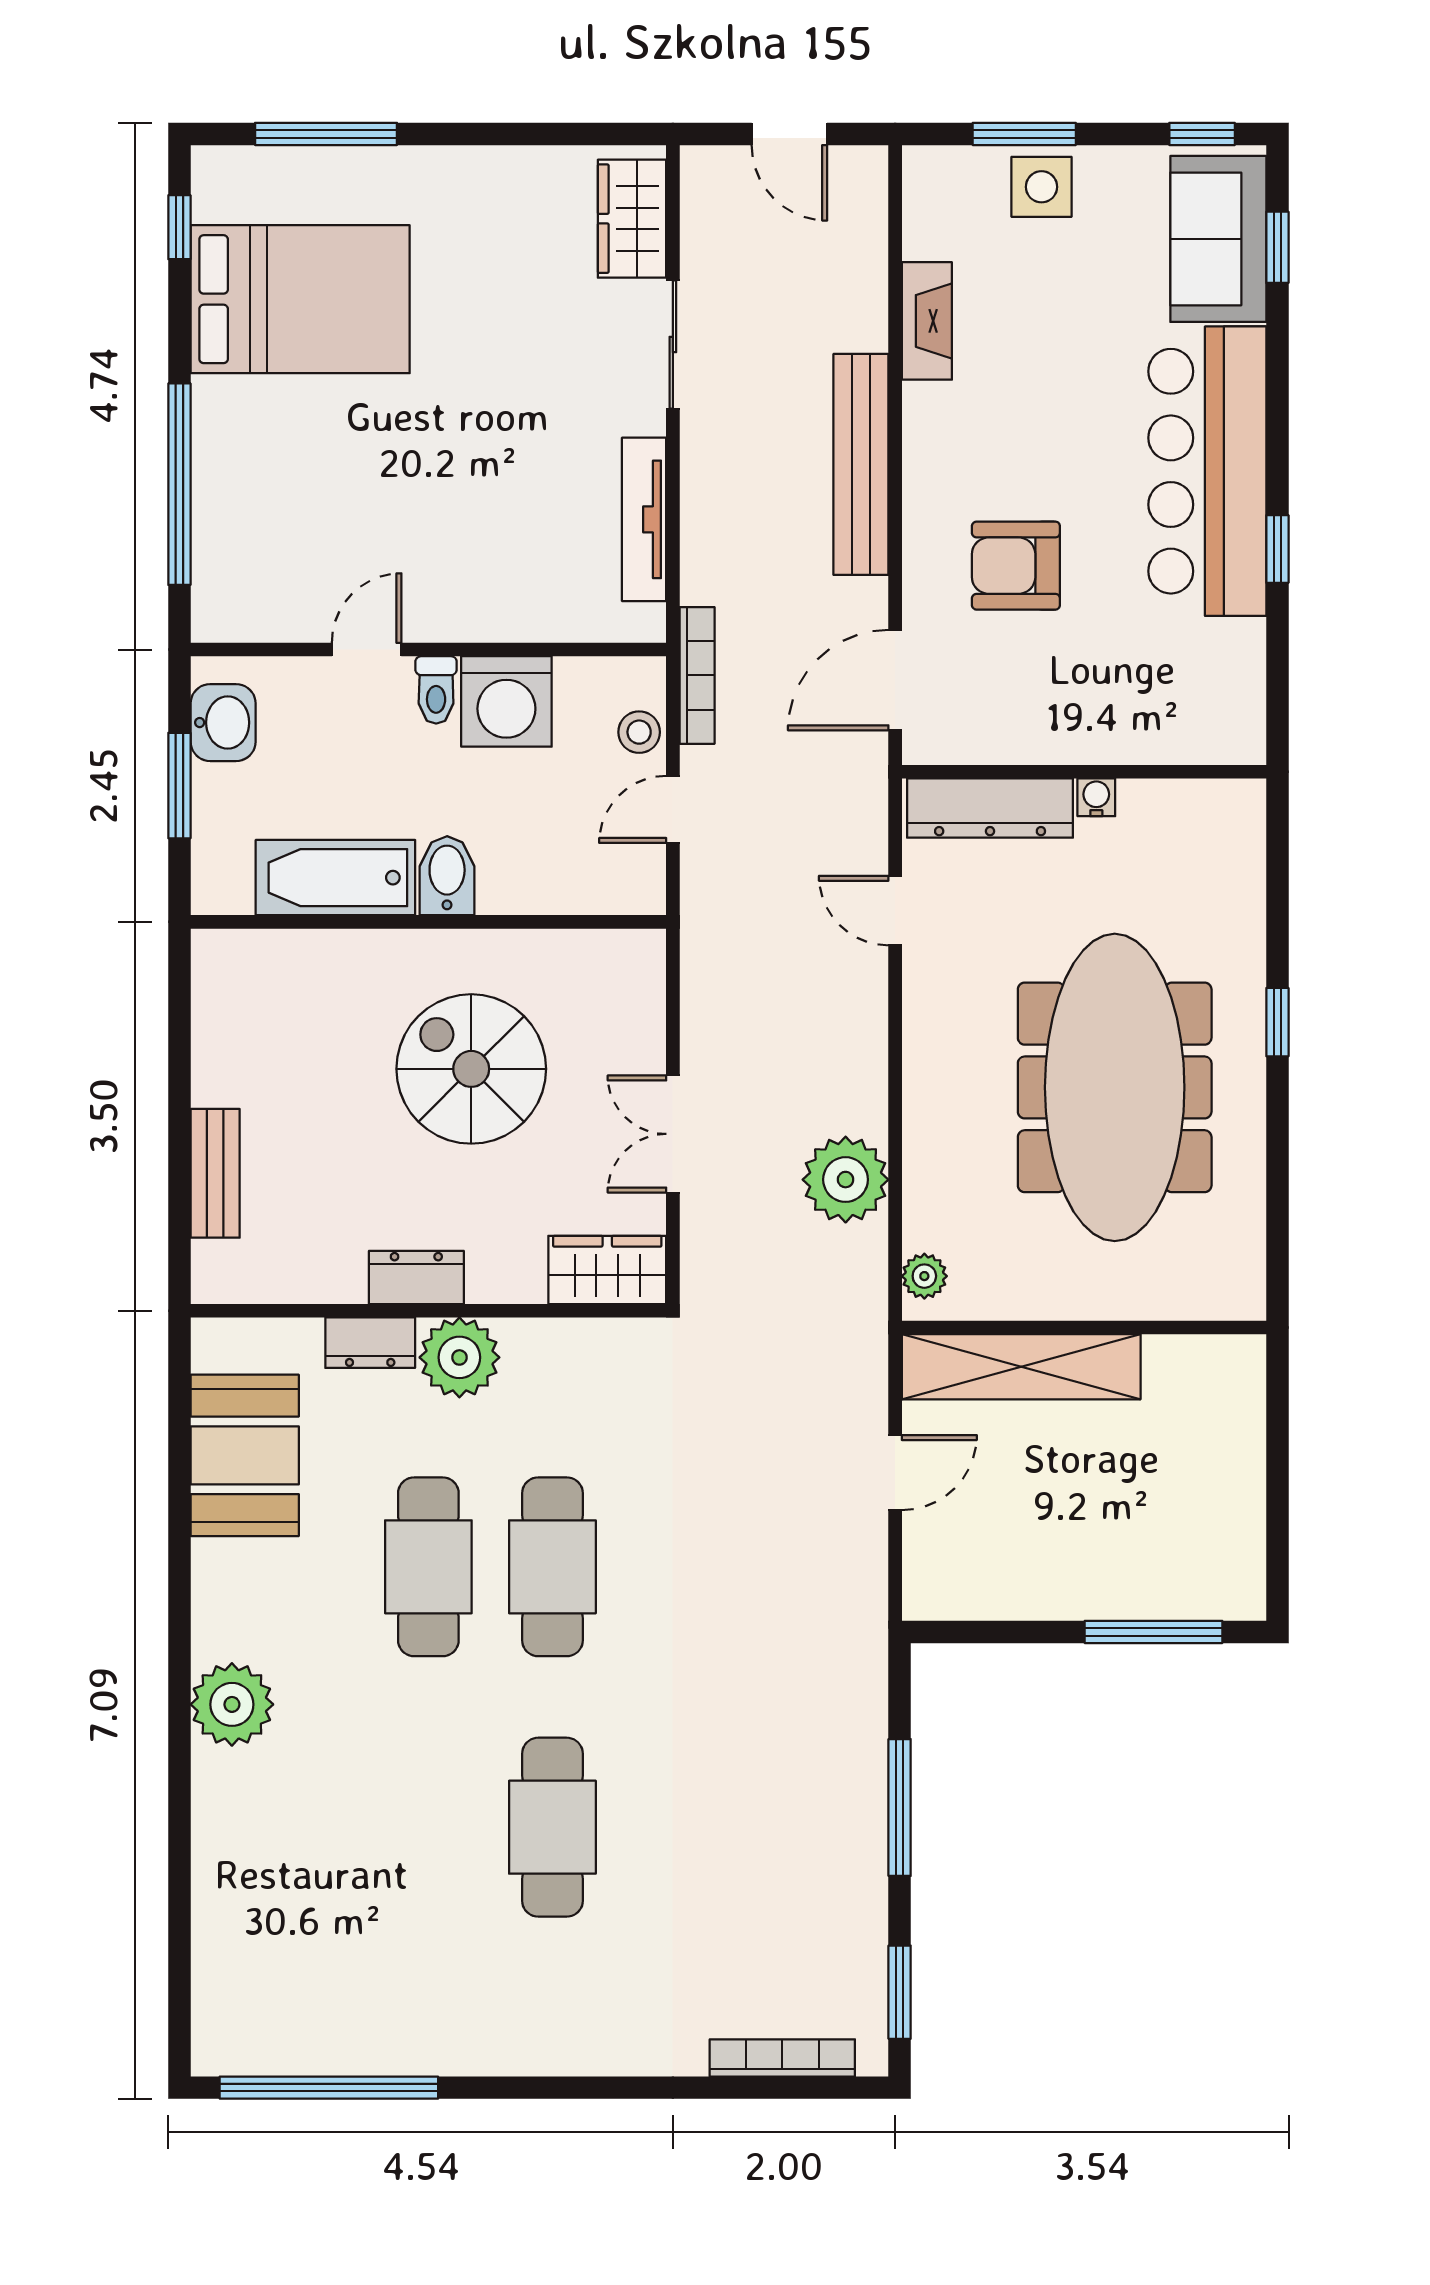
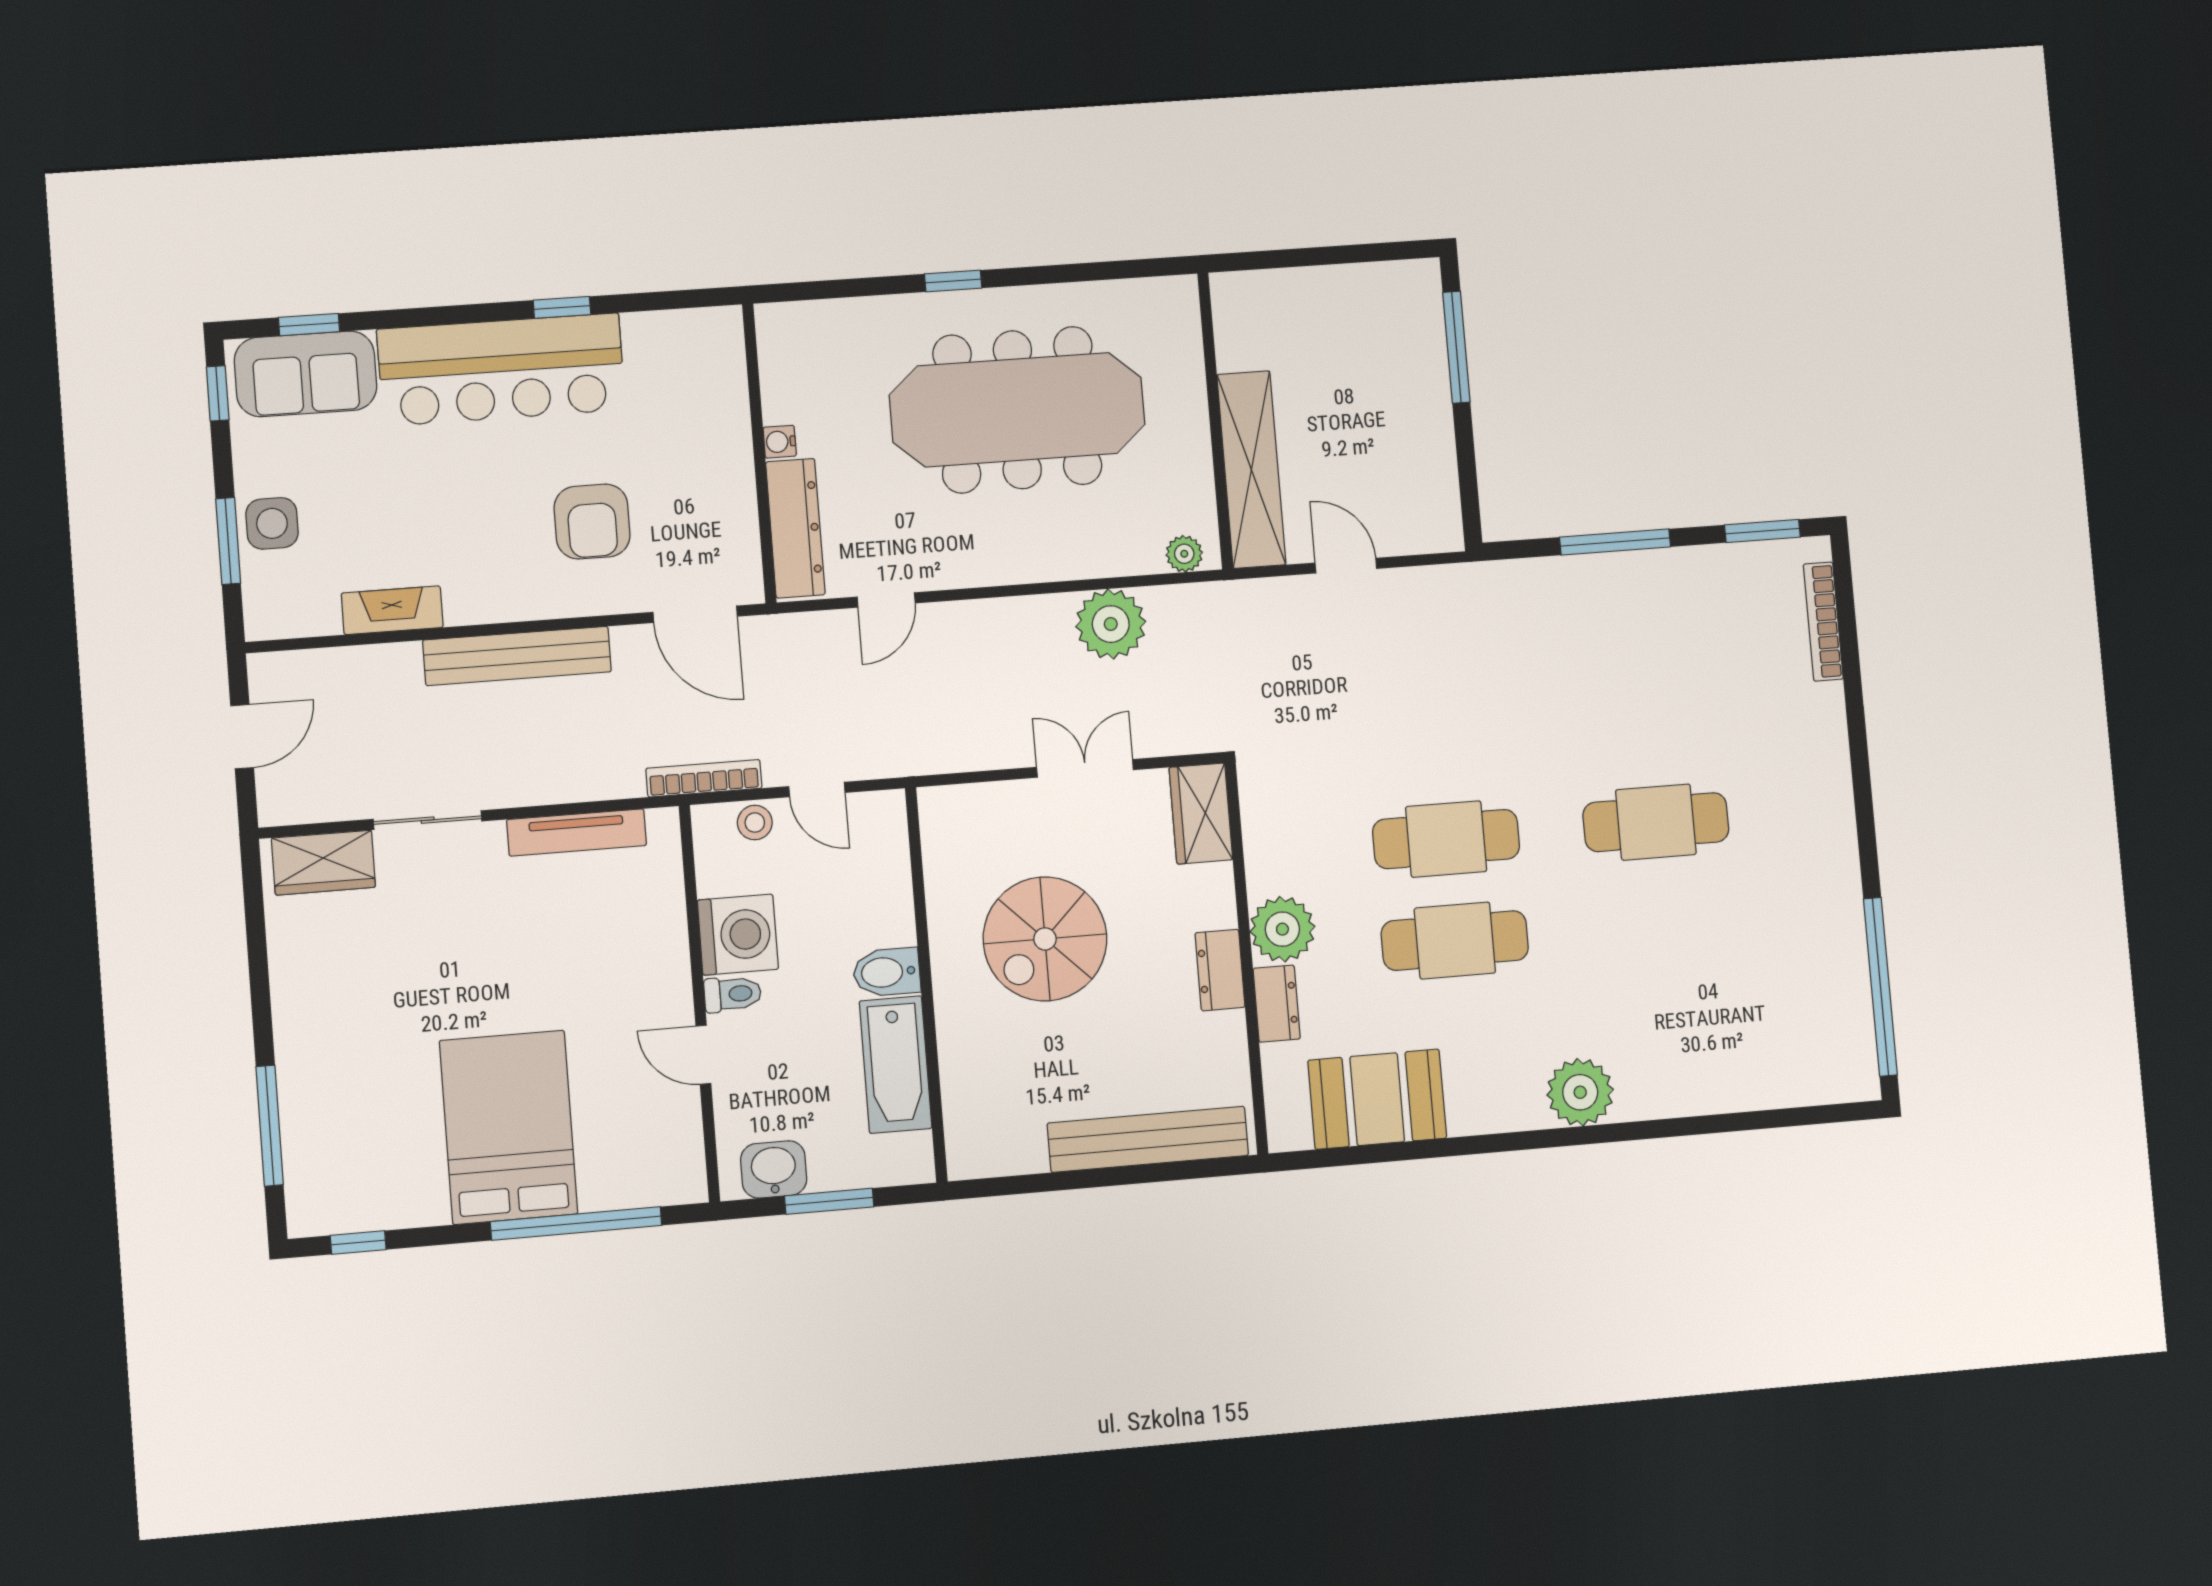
bed: (300, 299) -> (509, 1127), moved
double door: (673, 1134) -> (1085, 768), swing flipped
bench: (215, 1173) -> (1148, 1139), width x1.86, depth x1.21

